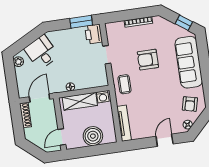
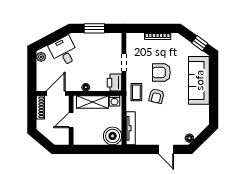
window: (81, 22) -> (94, 28), moved
printer: (94, 34) -> (114, 83), moved
armchair: (190, 104) -> (157, 96), moved
boiler: (93, 136) -> (113, 136), moved
door: (62, 137) -> (71, 120), moved
door: (165, 140) -> (166, 149), swing flipped

